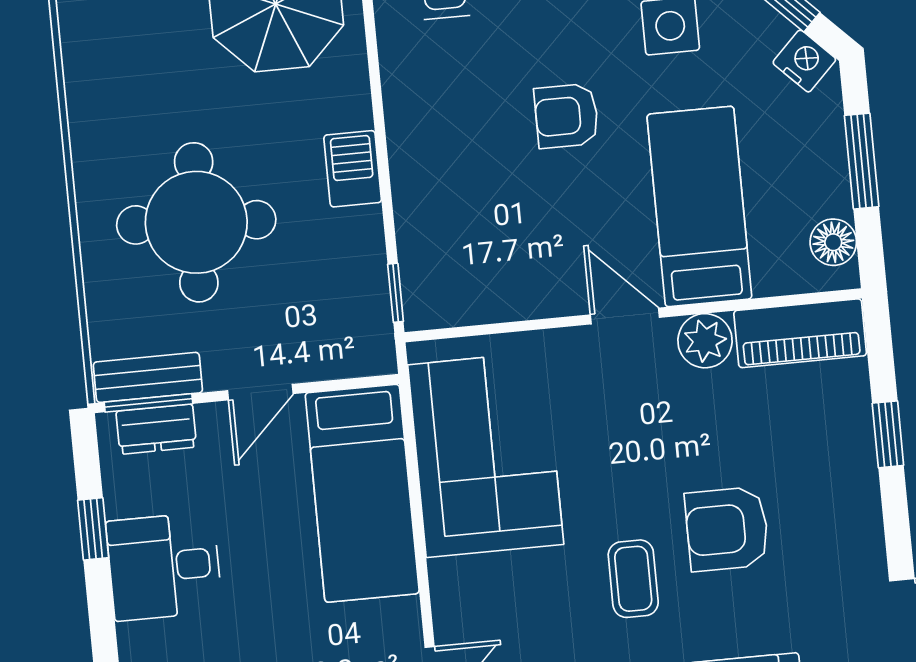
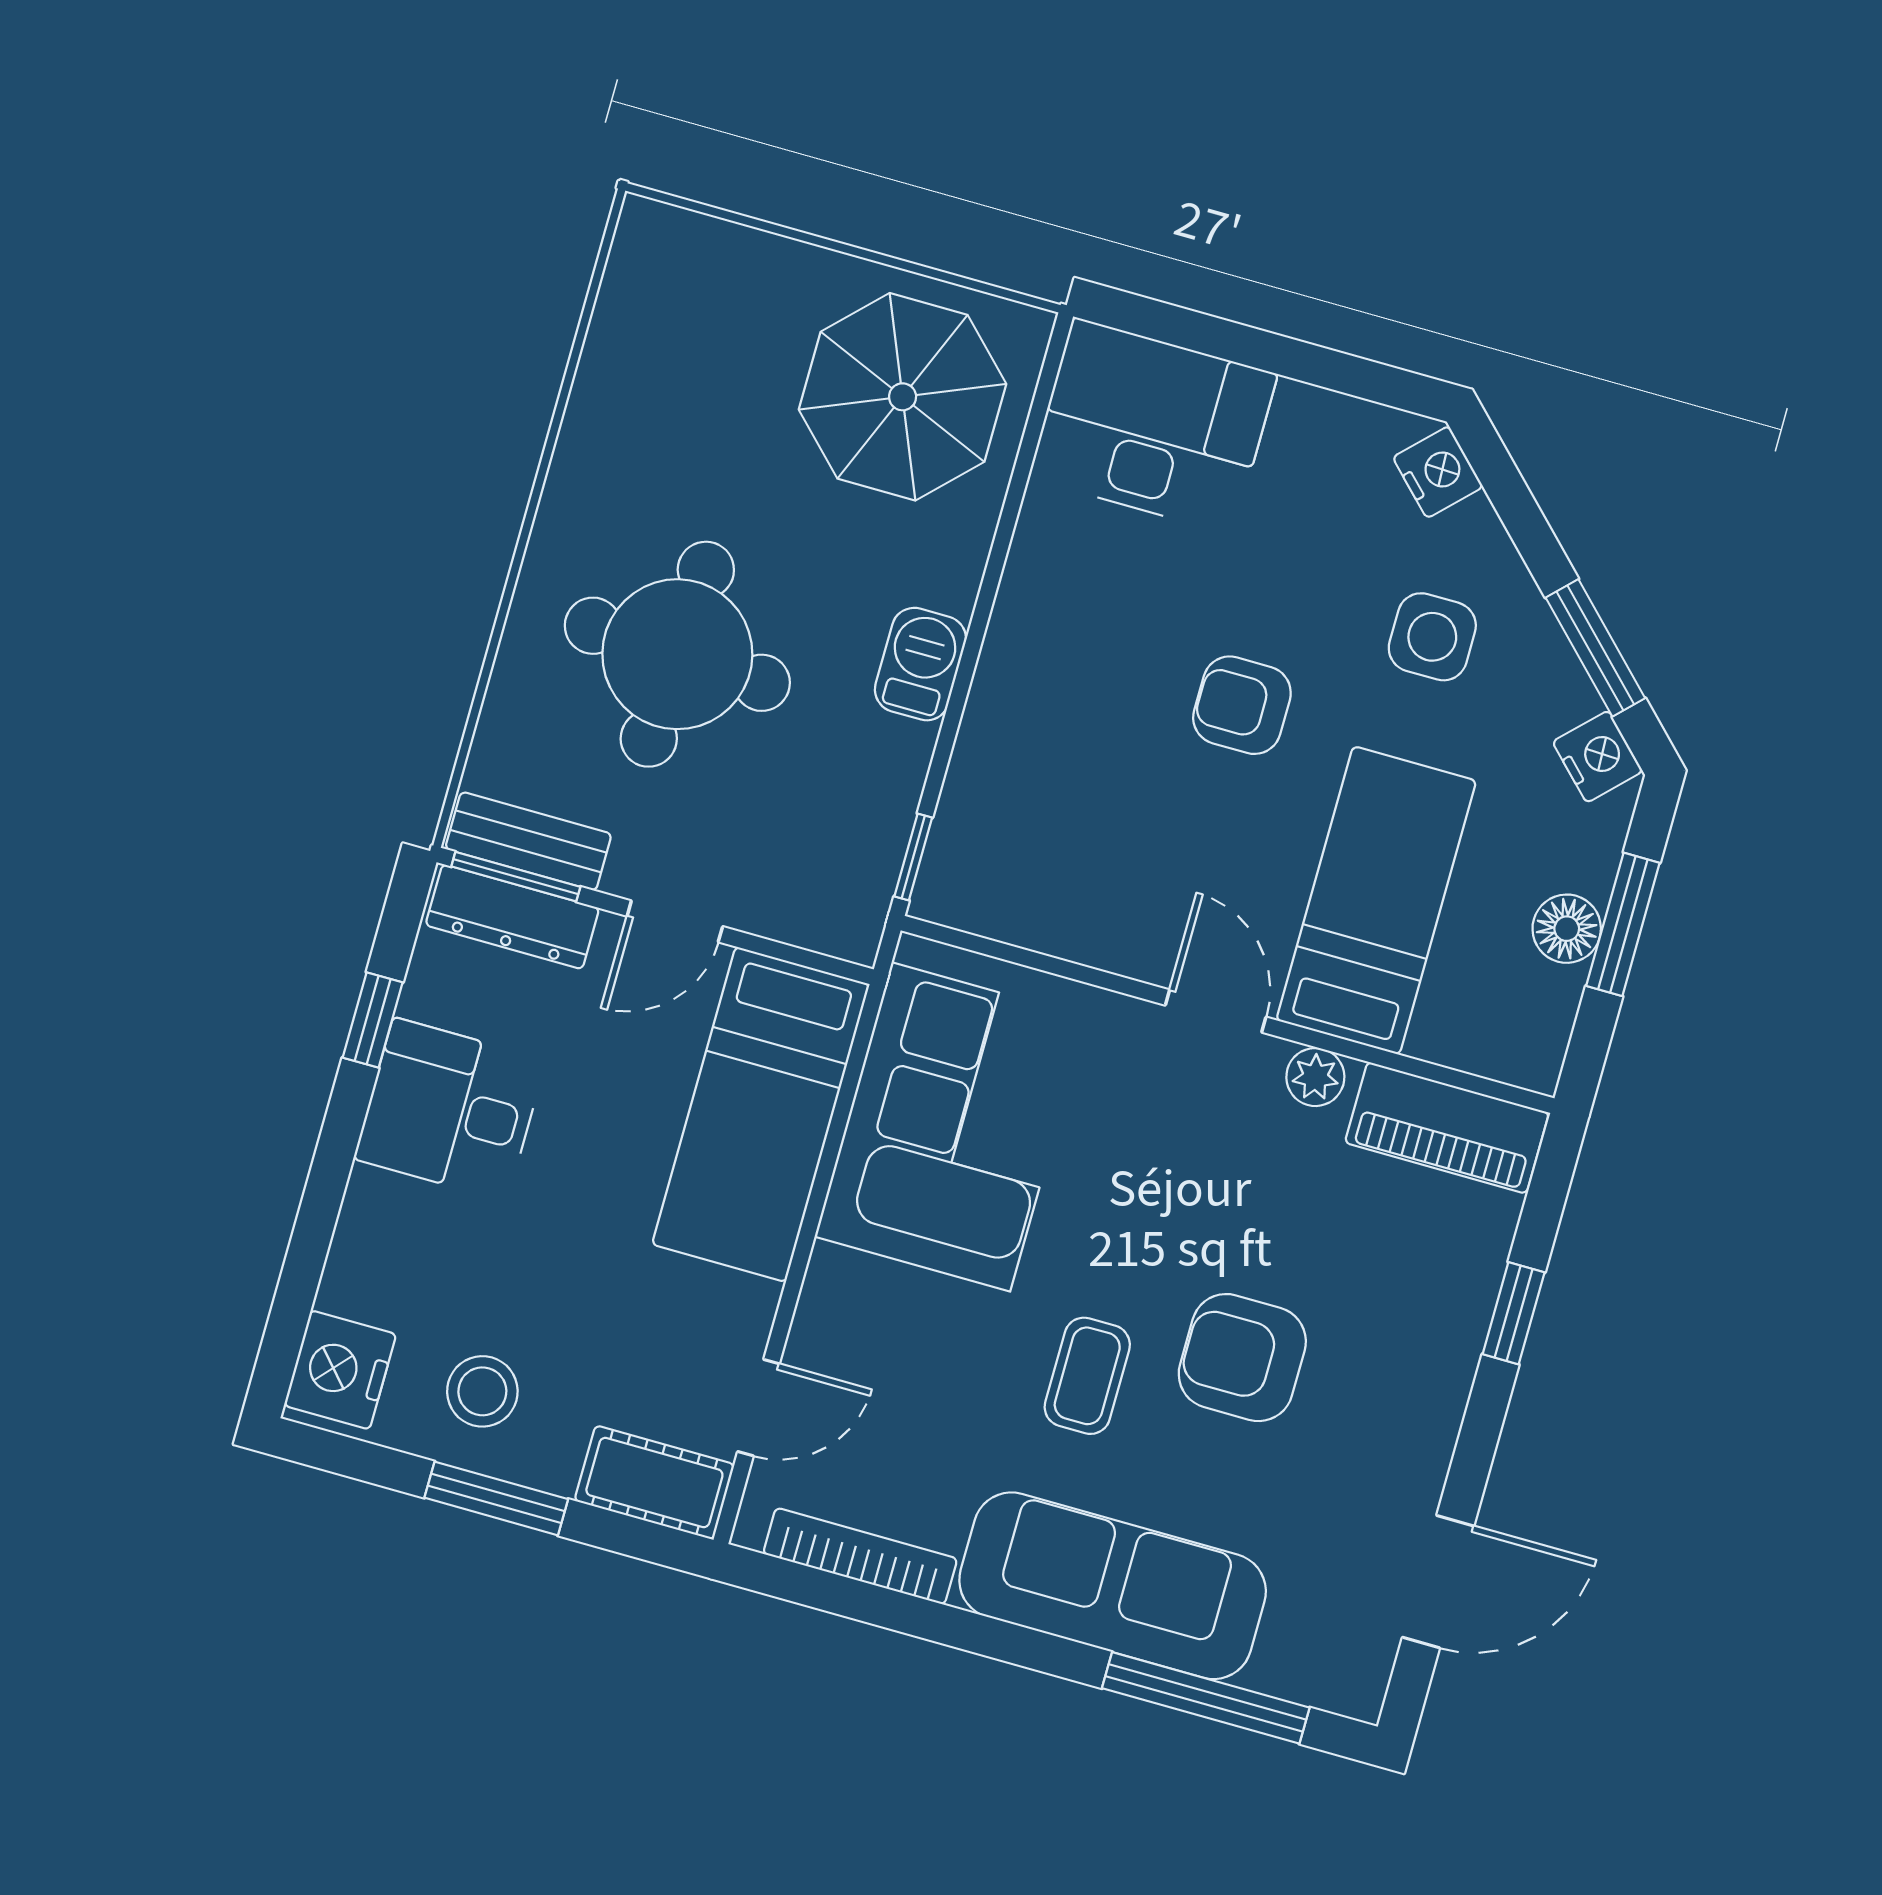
floor lamp: (833, 242) -> (1567, 929), moved
plant: (705, 341) -> (1315, 1077), width x0.73, depth x0.73
dresser: (156, 429) -> (512, 917), width x1.44

